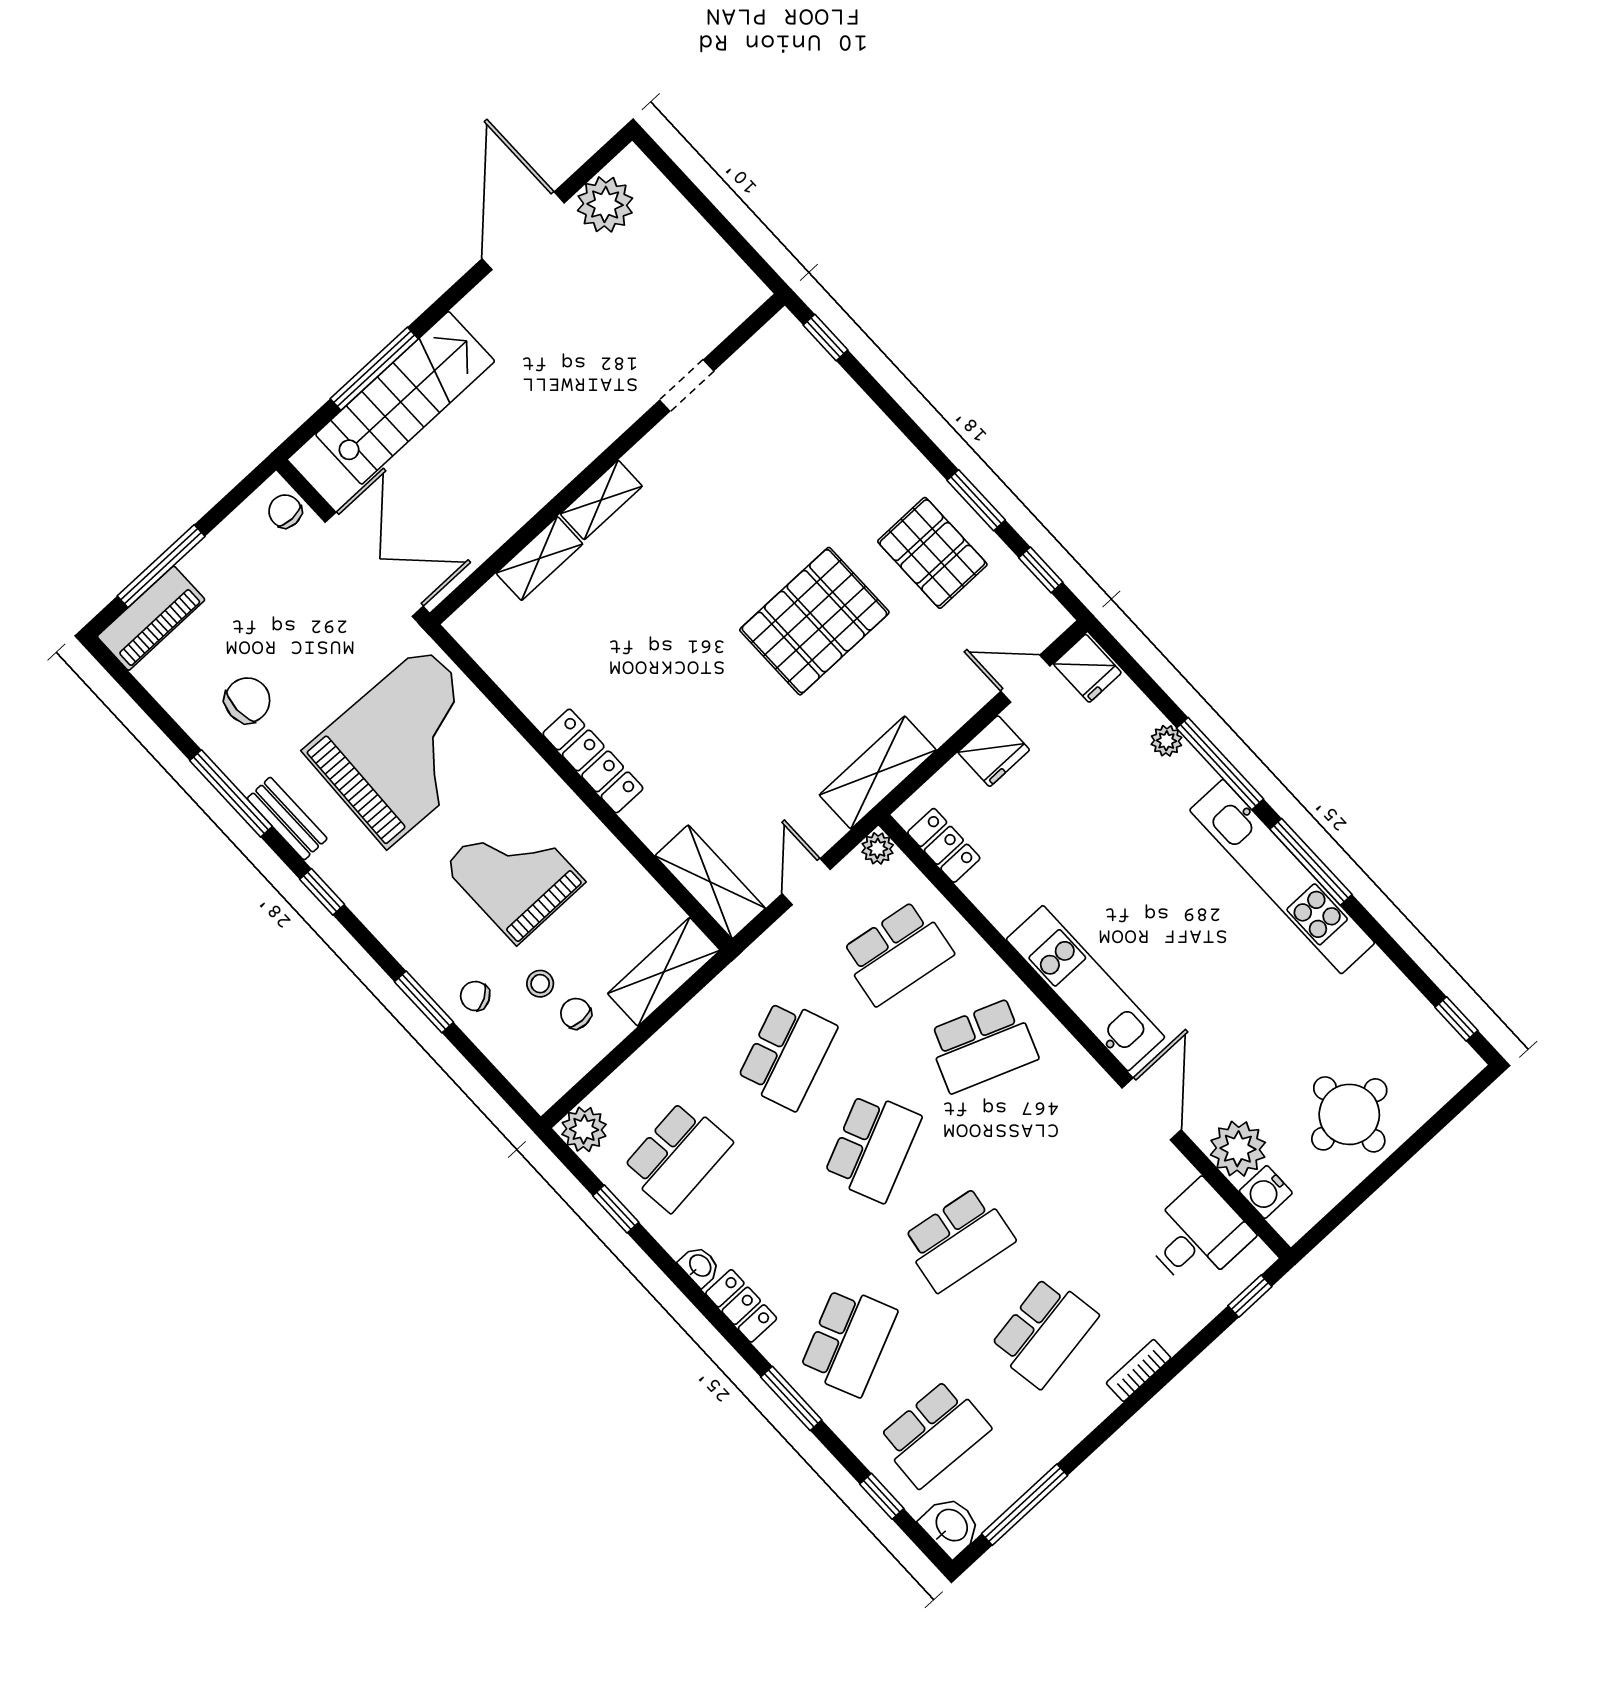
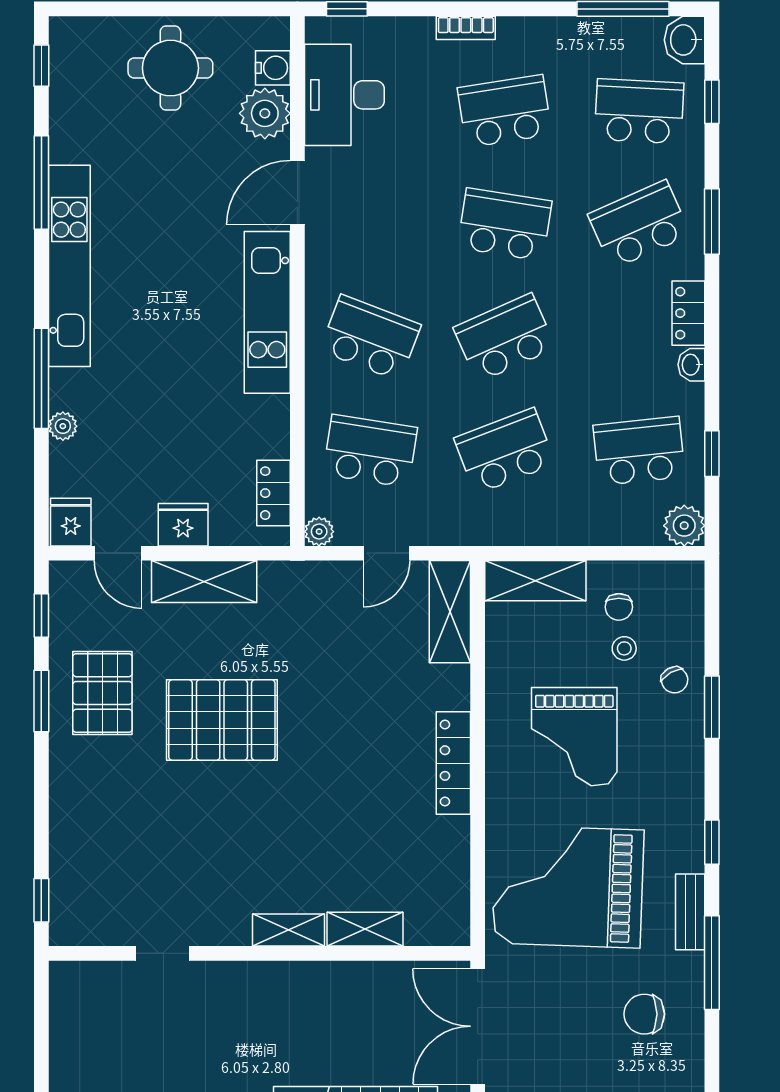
shelving: (878, 772) -> (204, 581), moved
window: (1311, 862) -> (41, 182), moved
desk: (1197, 1235) -> (344, 95), width x1.37

